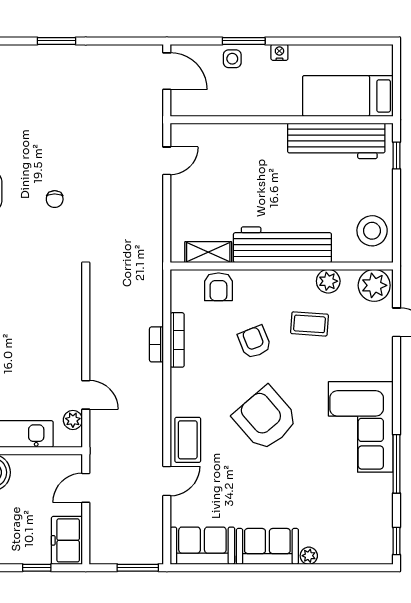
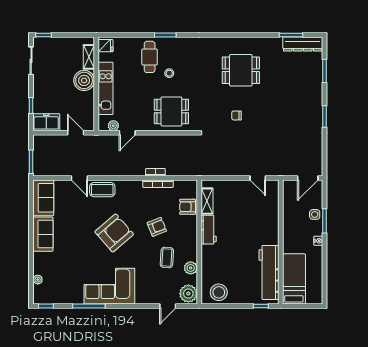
workbench: (282, 245) -> (209, 230), width x0.53, depth x0.76
dining table: (47, 316) -> (171, 111), added
plant: (309, 556) -> (38, 280), moved

